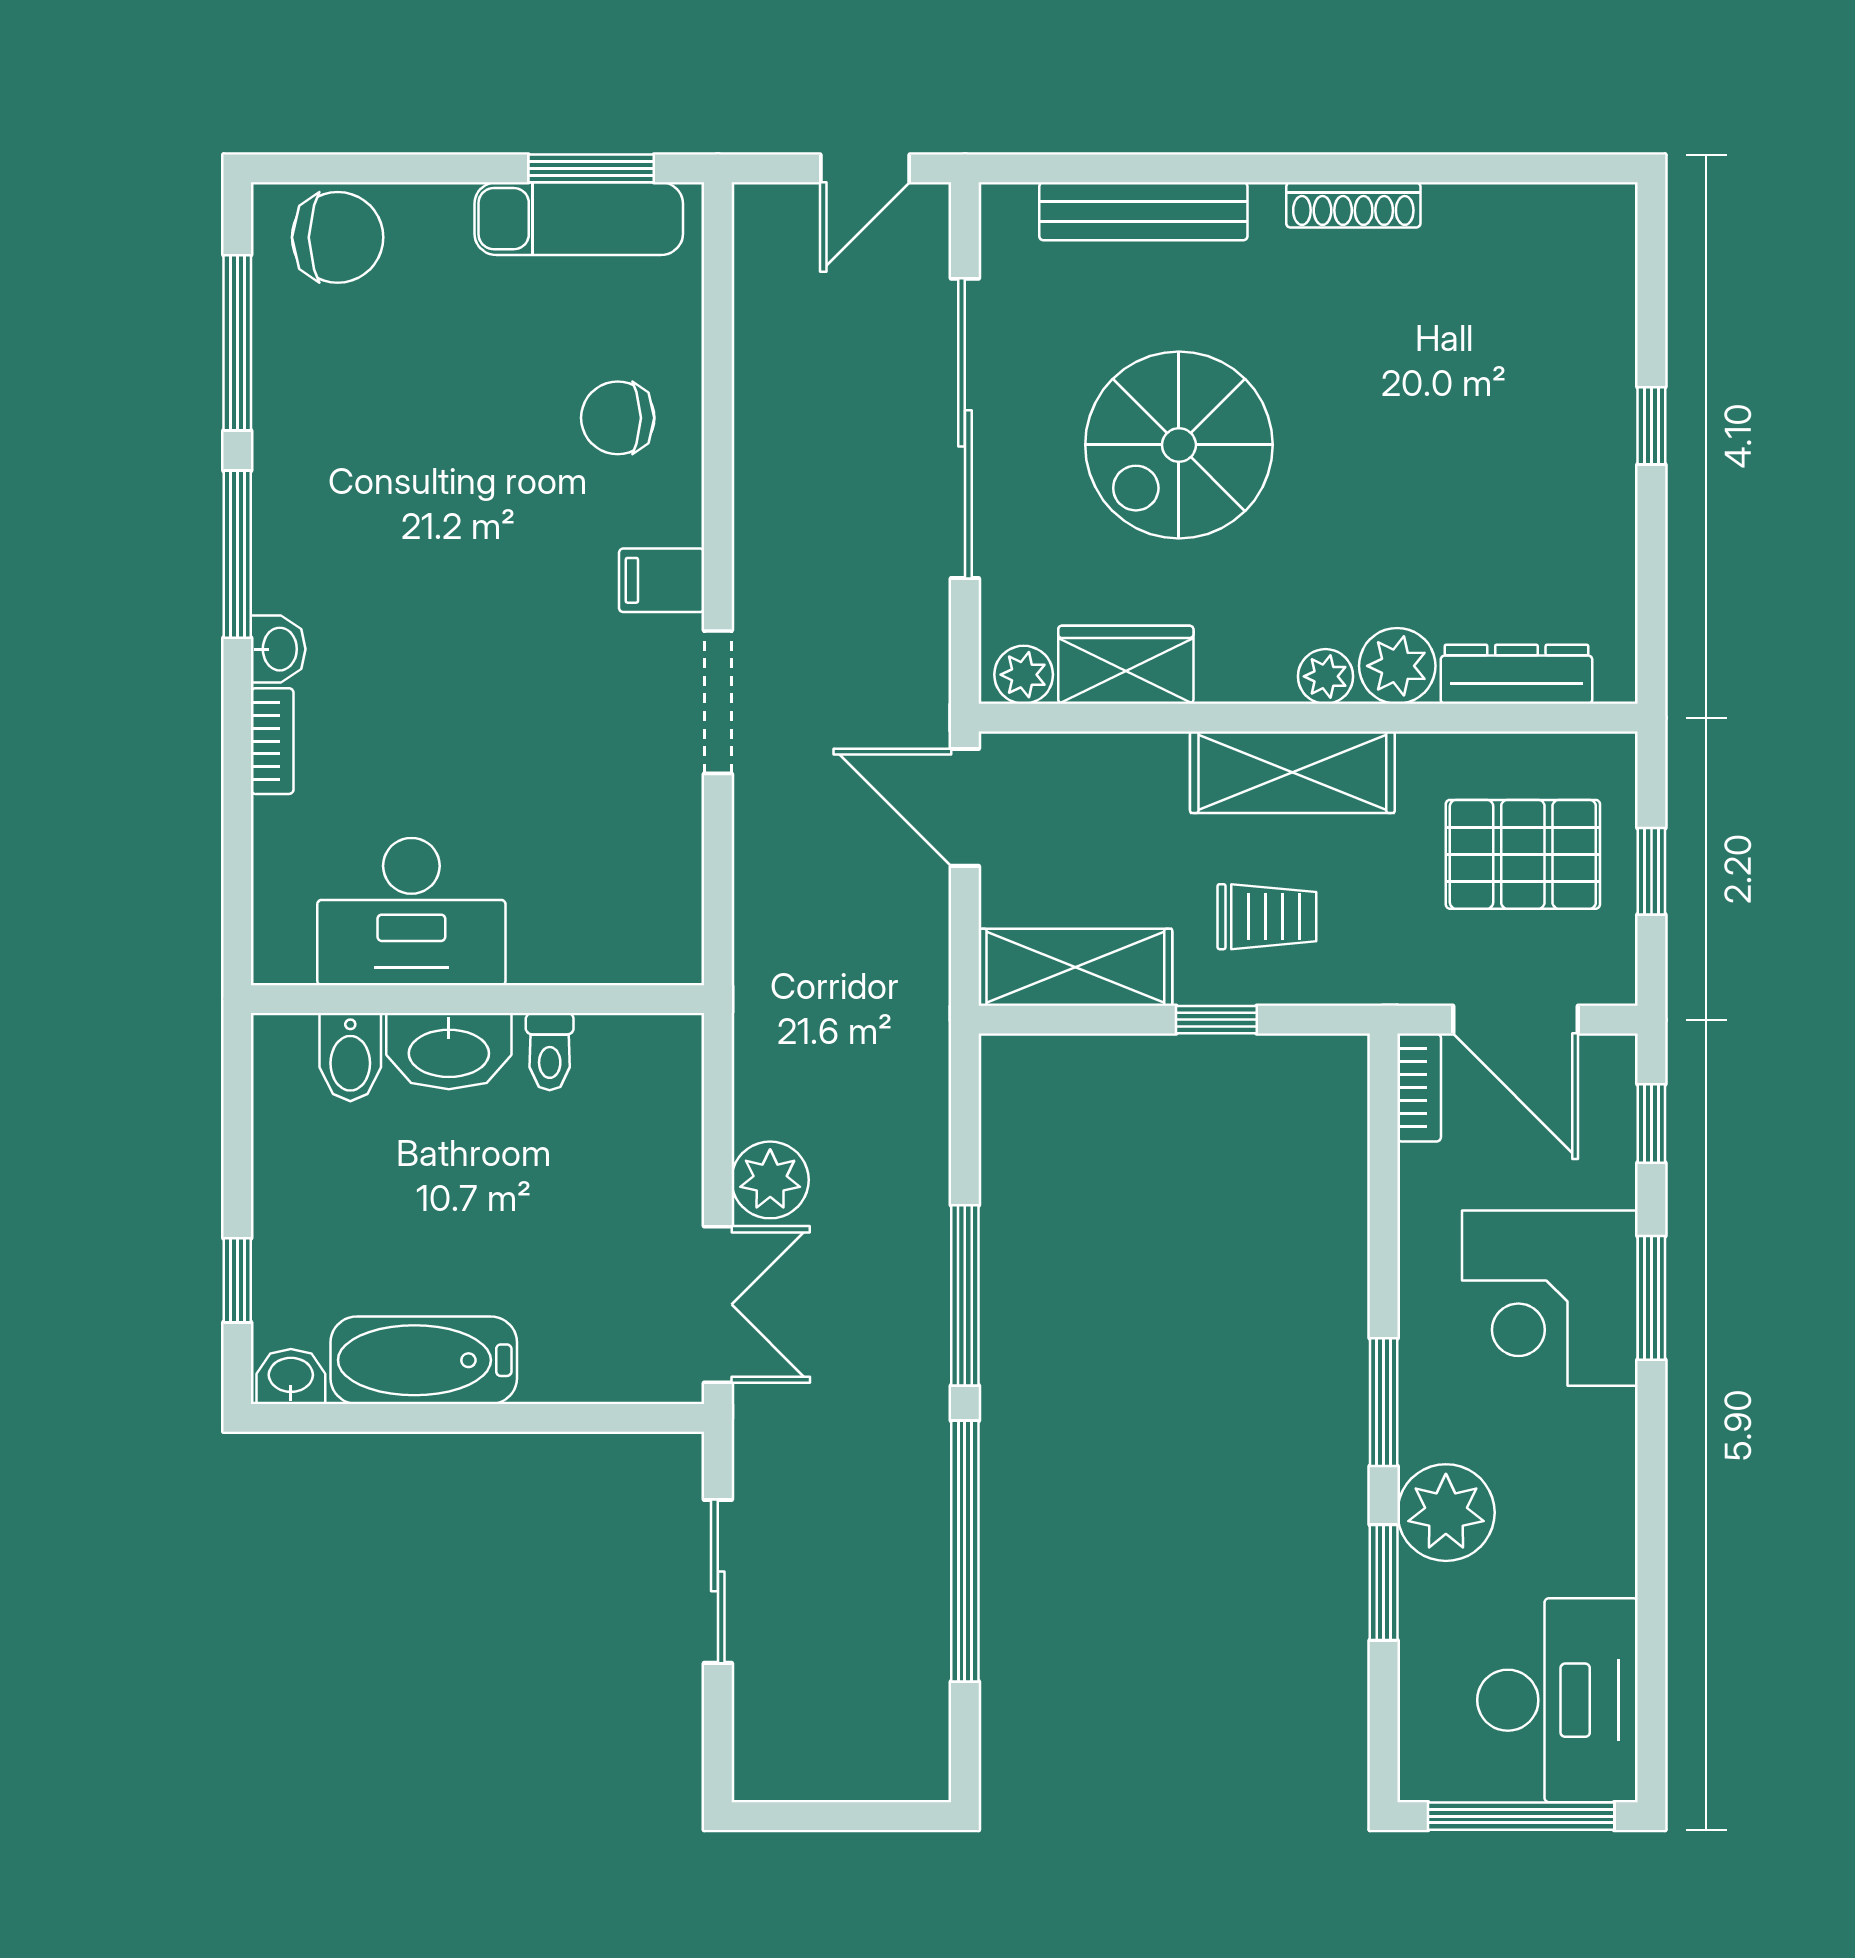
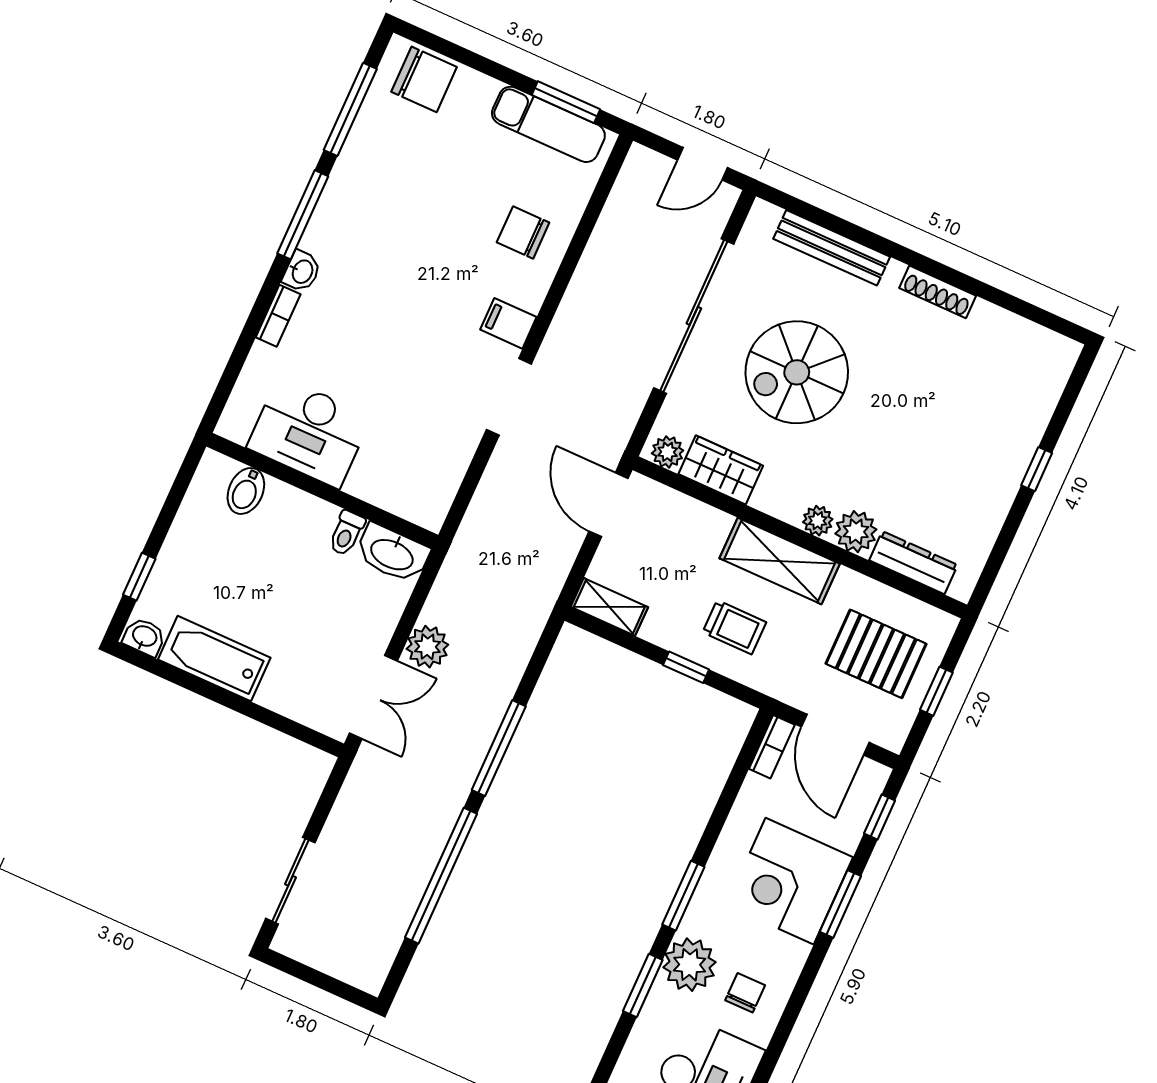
shelving: (1075, 967) -> (609, 607), width x0.67, depth x0.75
washbasin: (449, 1051) -> (392, 553), moved
chair: (1560, 1518) -> (745, 993), added
sliding door: (718, 1581) -> (290, 881), moved

